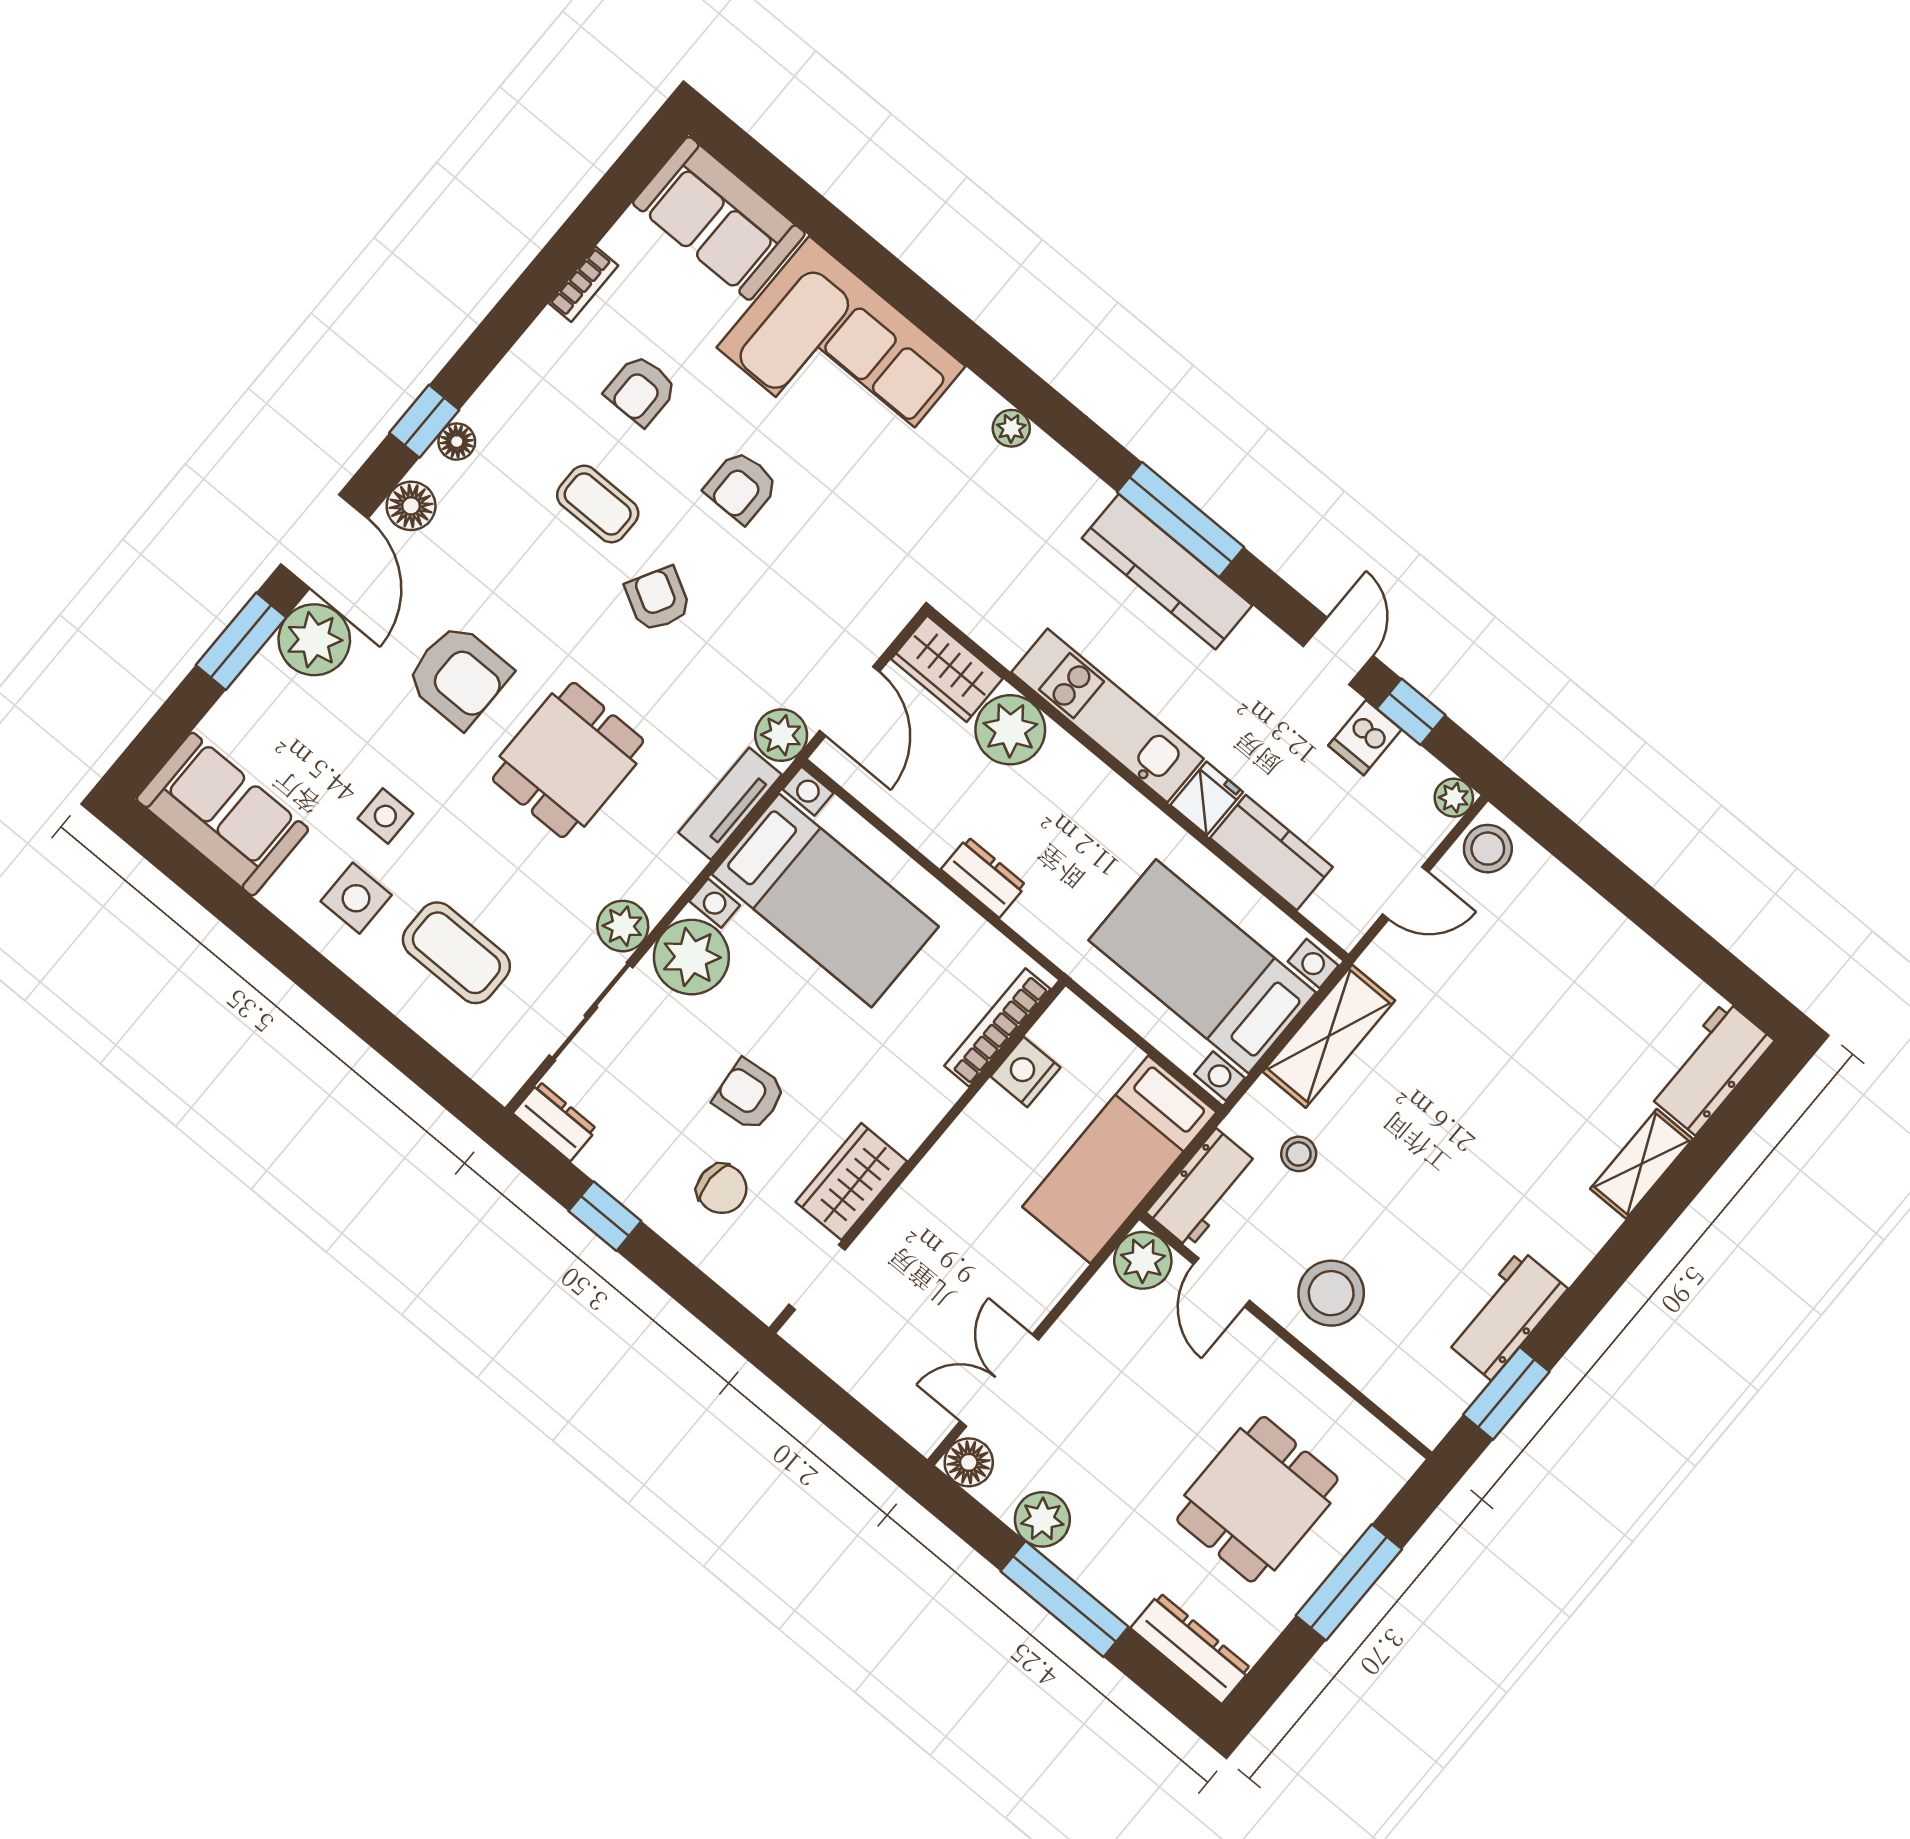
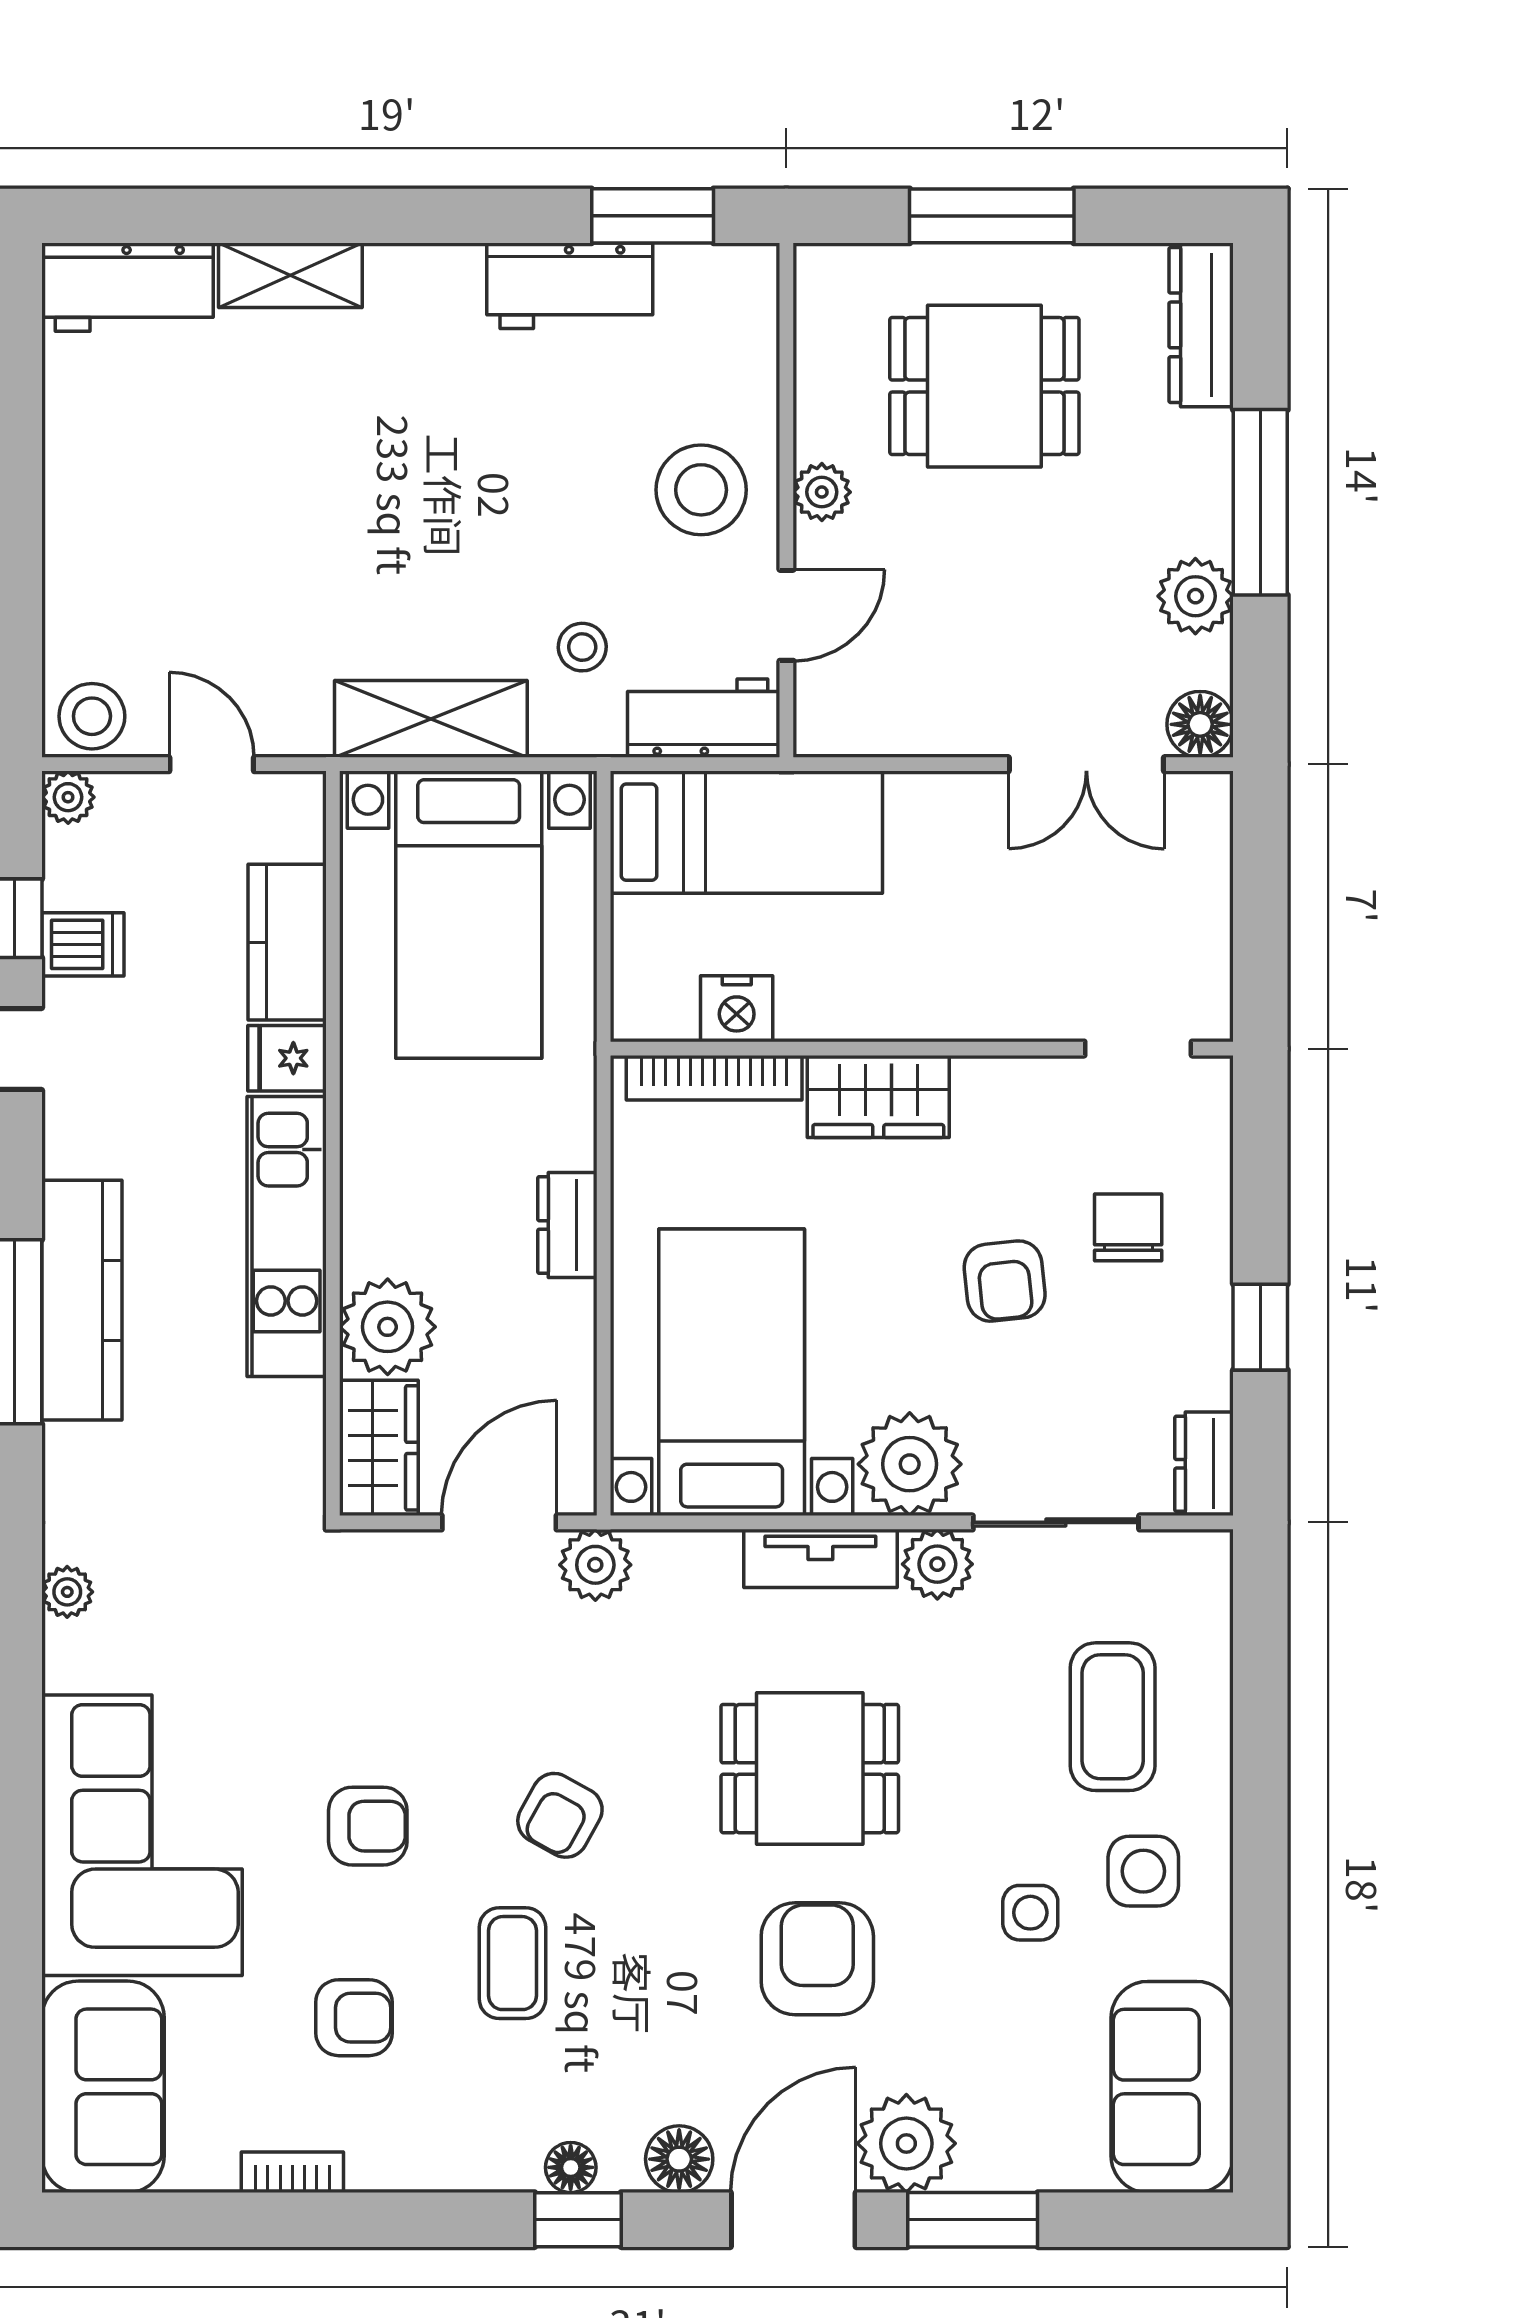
tv unit: (730, 804) -> (820, 1558), moved
wardrobe: (851, 1182) -> (878, 1096), moved
plant: (1143, 1260) -> (822, 492), moved, width x0.73, depth x0.73

